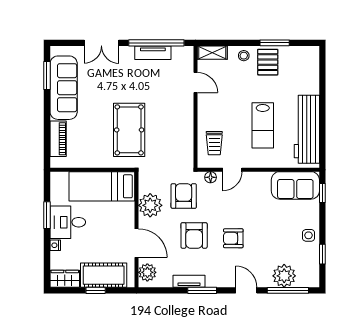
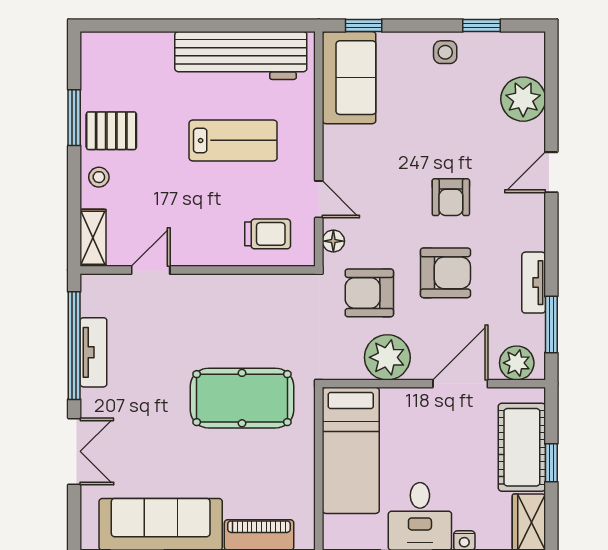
window: (202, 290) -> (551, 325), moved
window: (288, 290) -> (551, 92), removed

